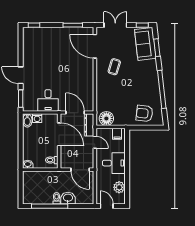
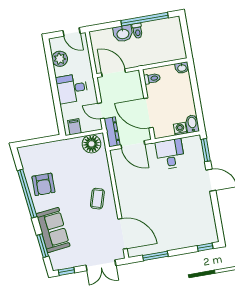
sofa: (145, 44) -> (53, 230), moved
coffee table: (114, 67) -> (97, 199), moved
armchair: (144, 113) -> (43, 184), moved, turned 83

